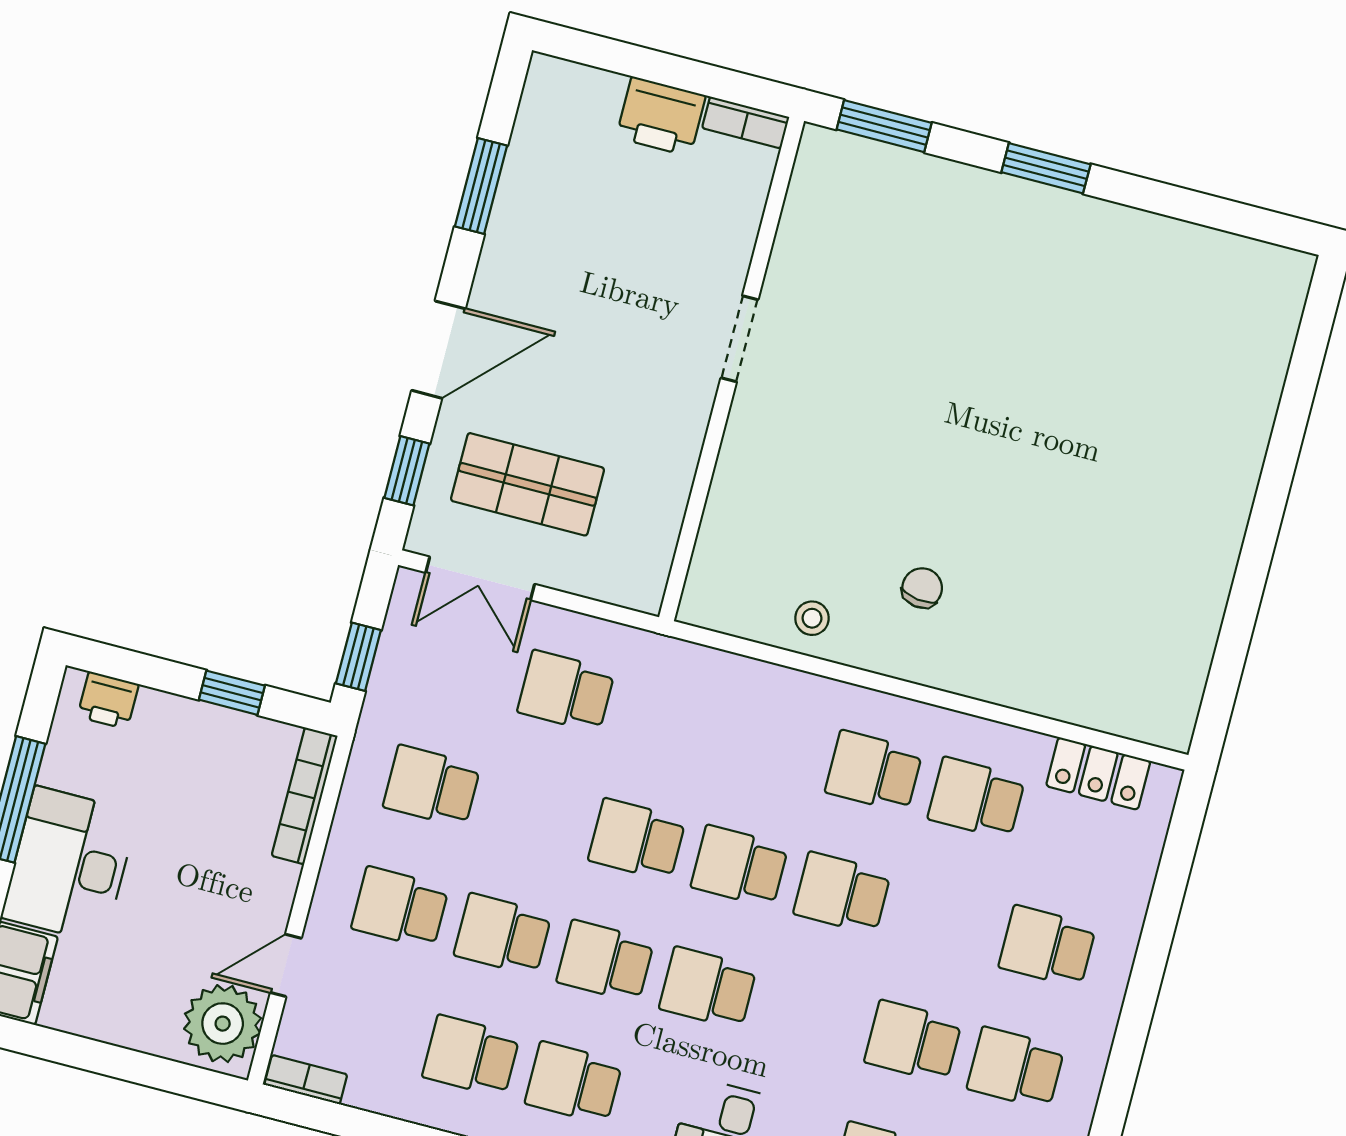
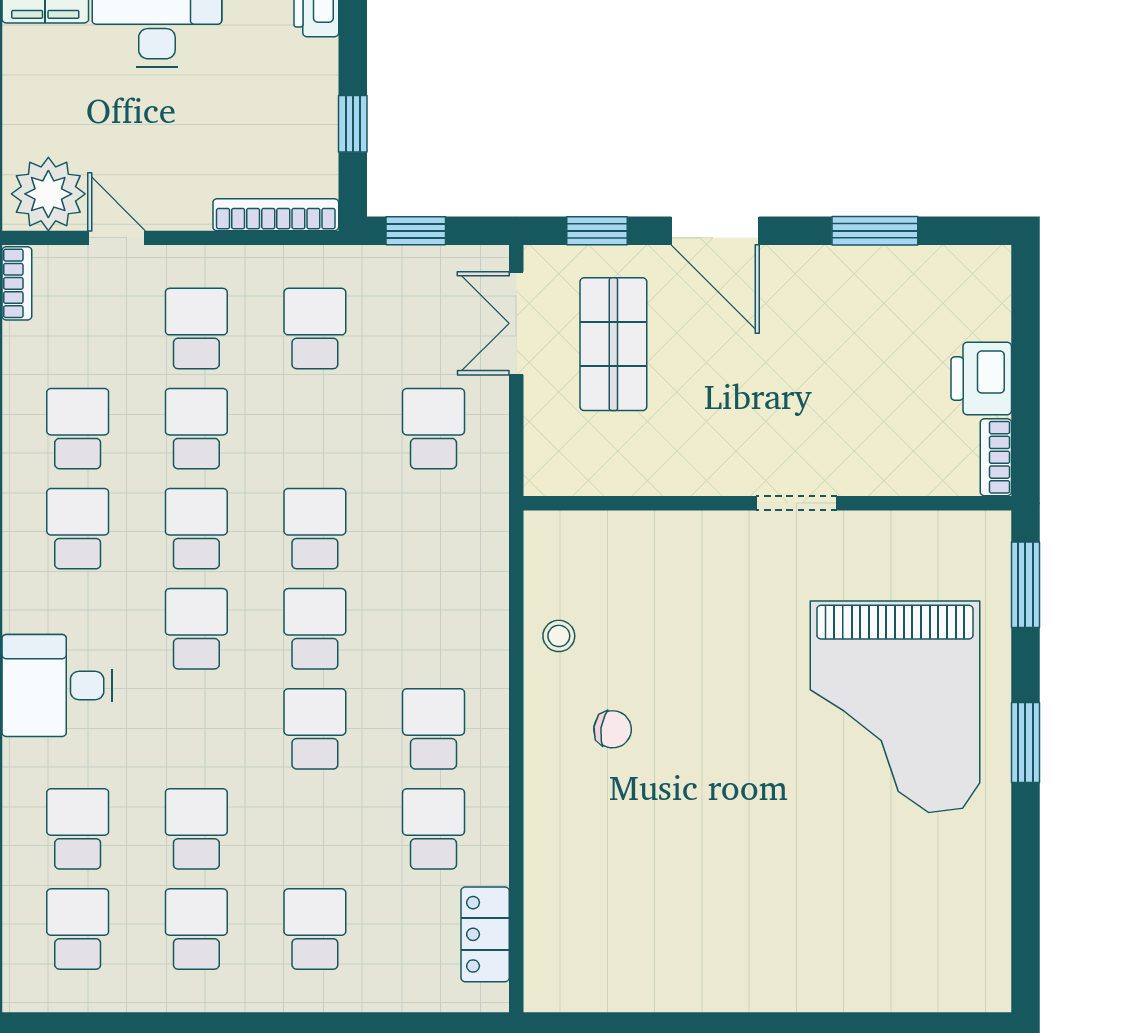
grand piano: (974, 293) -> (895, 707), added

